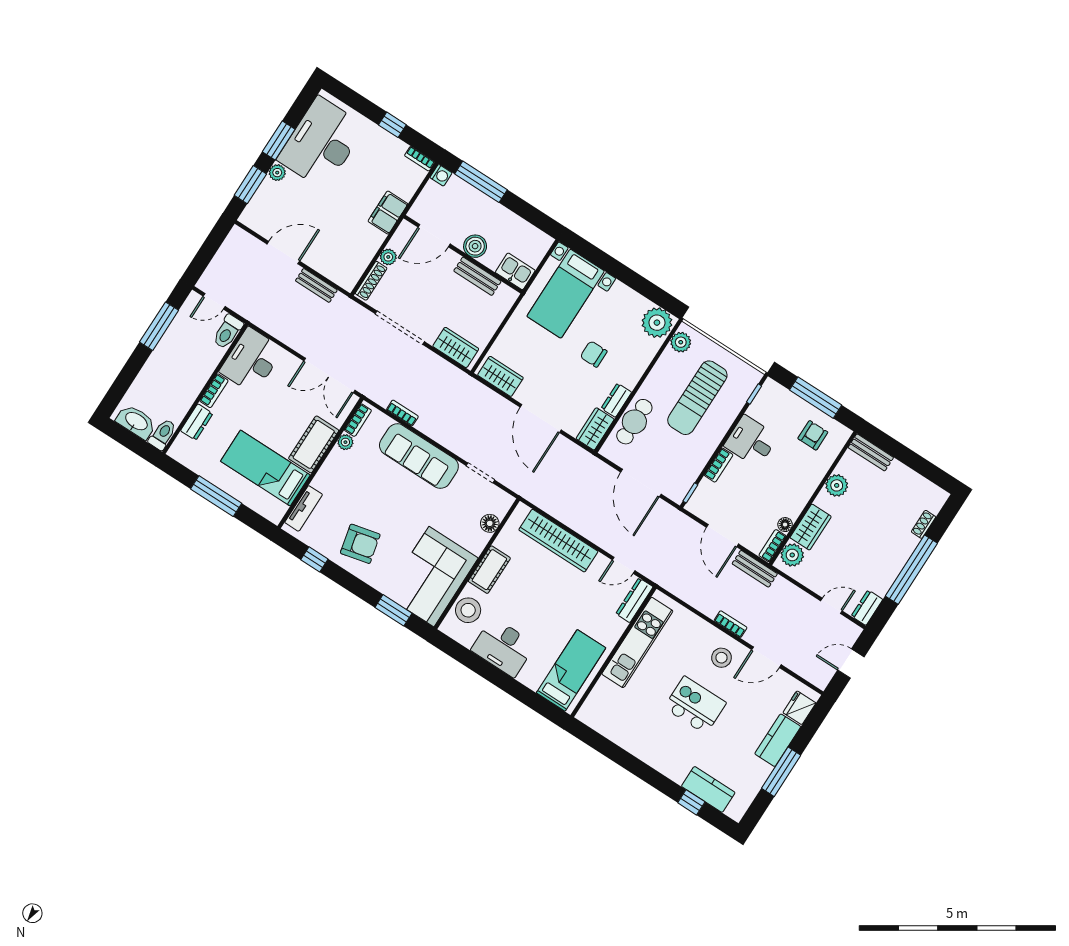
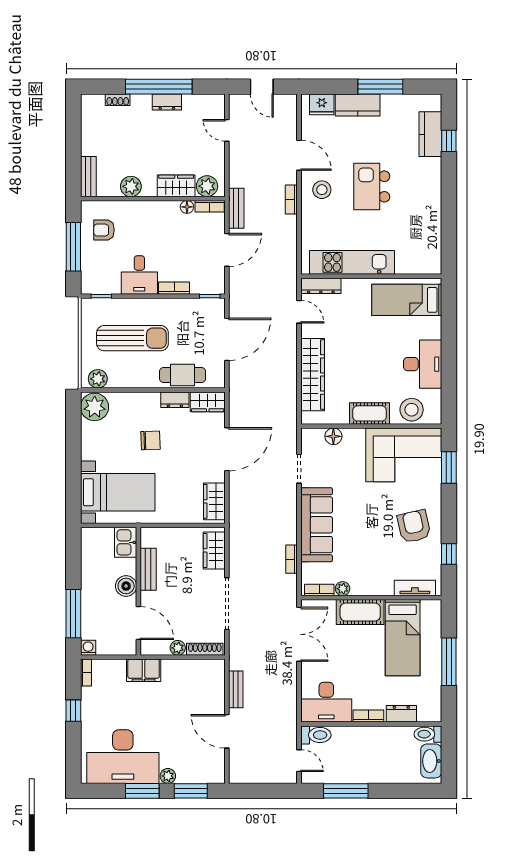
chair: (594, 354) -> (150, 440), turned -92
dresser: (867, 608) -> (167, 102), moved

